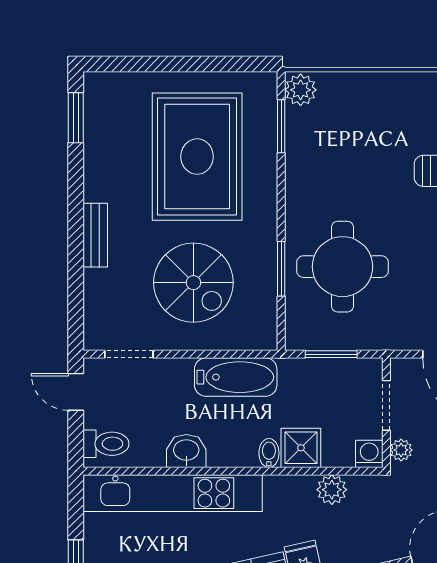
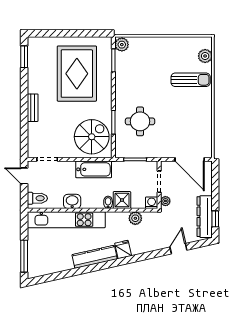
round table: (343, 267) -> (140, 121), width x0.73, depth x0.73
spiral stairs: (193, 283) -> (92, 137), moved, turned -90

